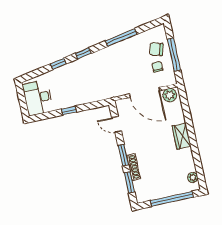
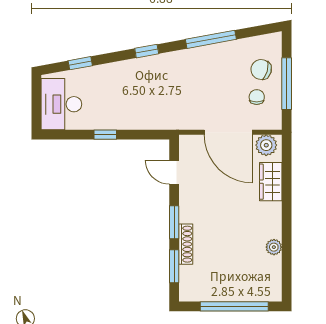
window: (58, 64) -> (80, 63), moved
wardrobe: (182, 136) -> (271, 182), moved
plant: (193, 178) -> (274, 247), moved

